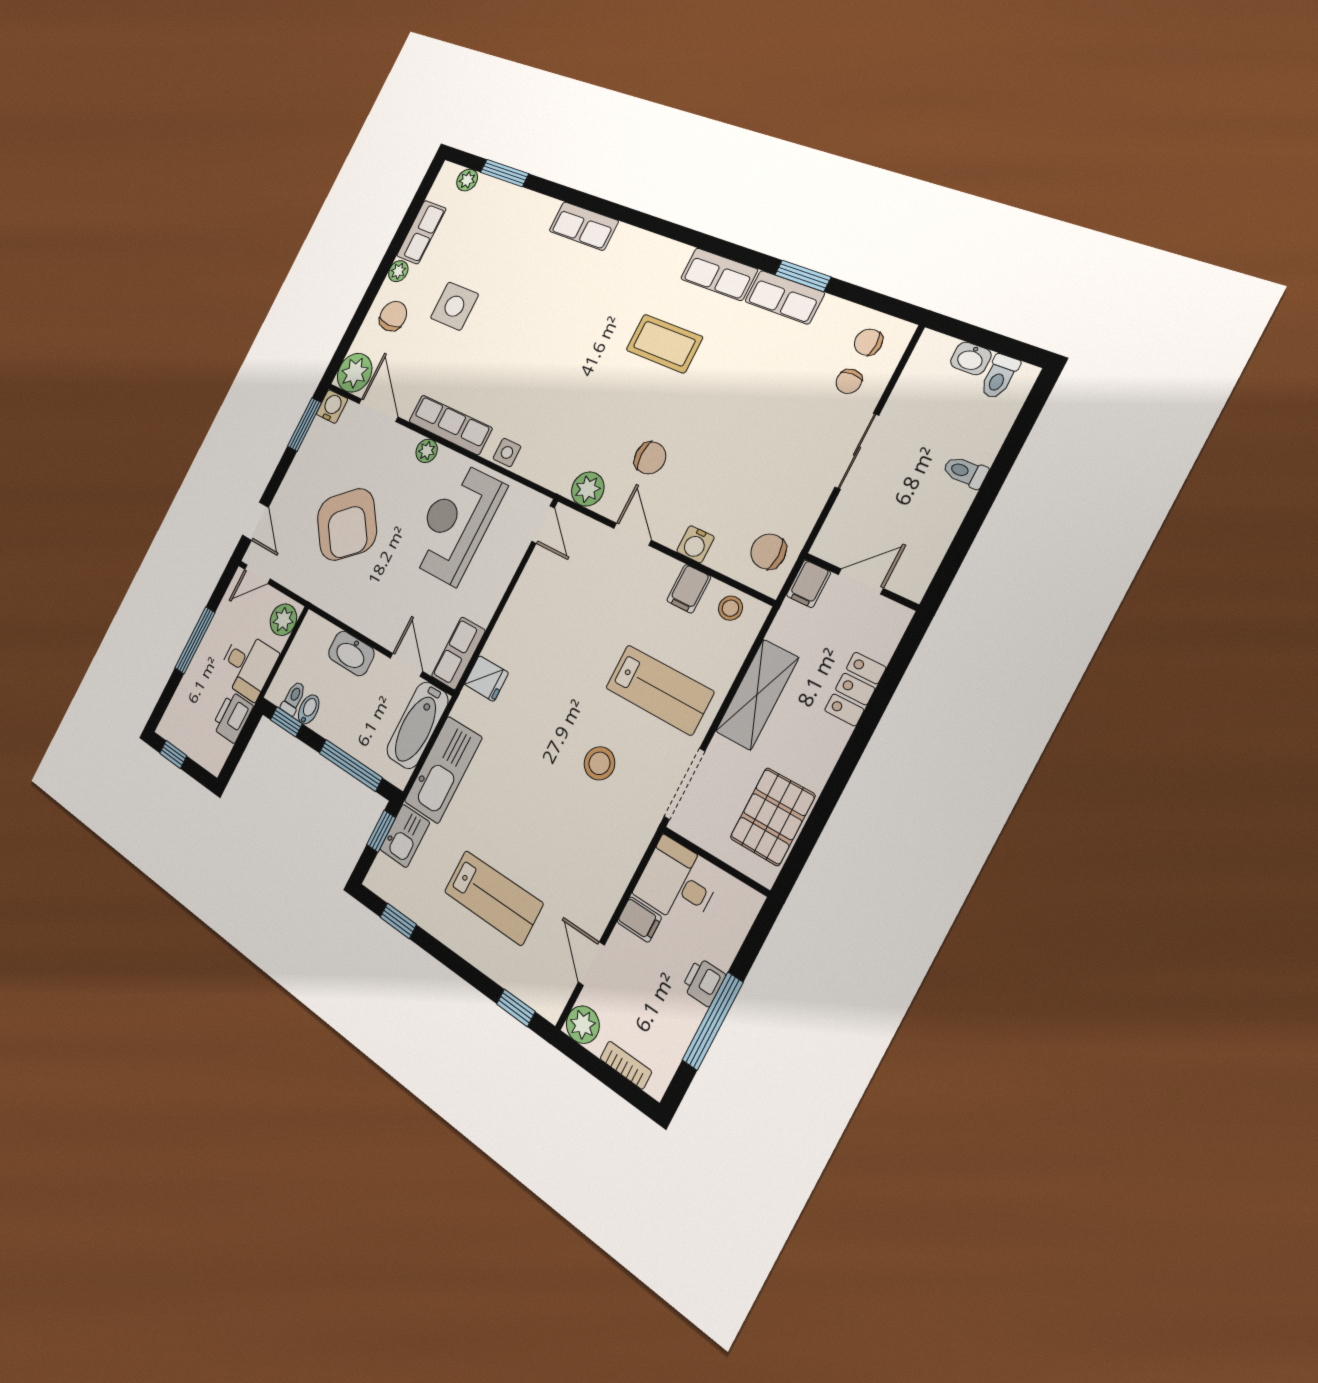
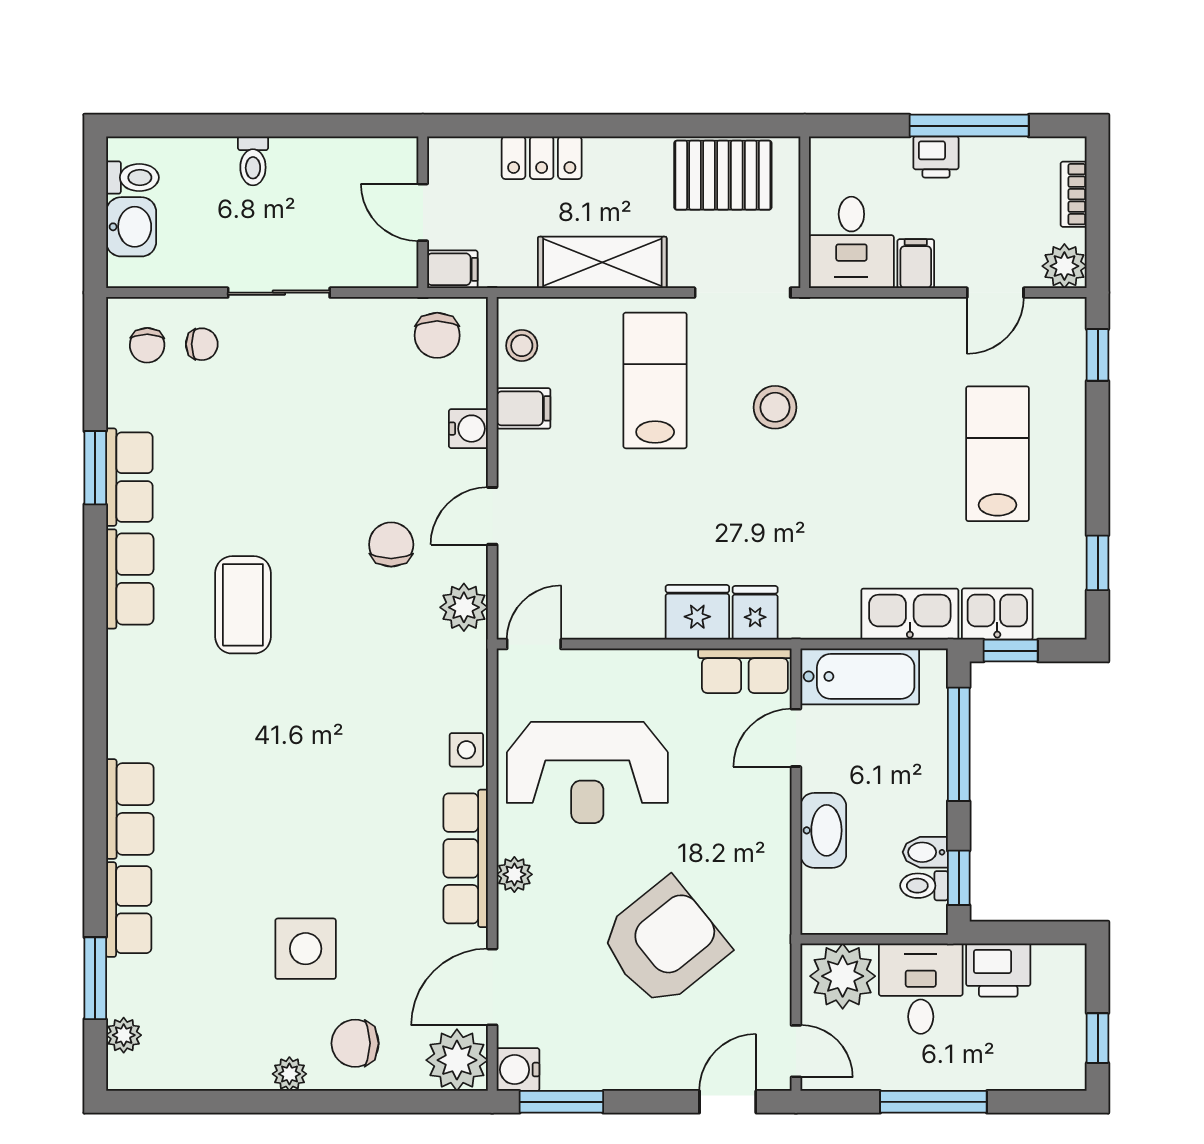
row of seats: (421, 232) -> (129, 910), moved, turned 90
washbasin: (971, 358) -> (131, 227), width x1.38, depth x1.45
plant: (283, 620) -> (843, 976), width x1.36, depth x1.36
fridge: (506, 641) -> (697, 612), added
kitchen sink: (443, 770) -> (910, 614), width x0.73, depth x0.81

